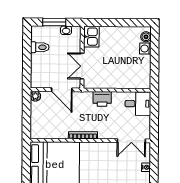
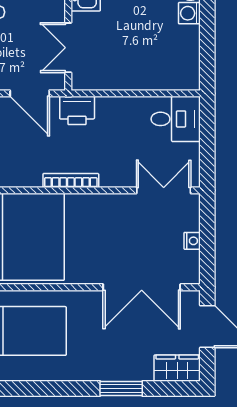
printer: (102, 99) -> (77, 110), moved
double door: (131, 141) -> (164, 190), swing flipped

